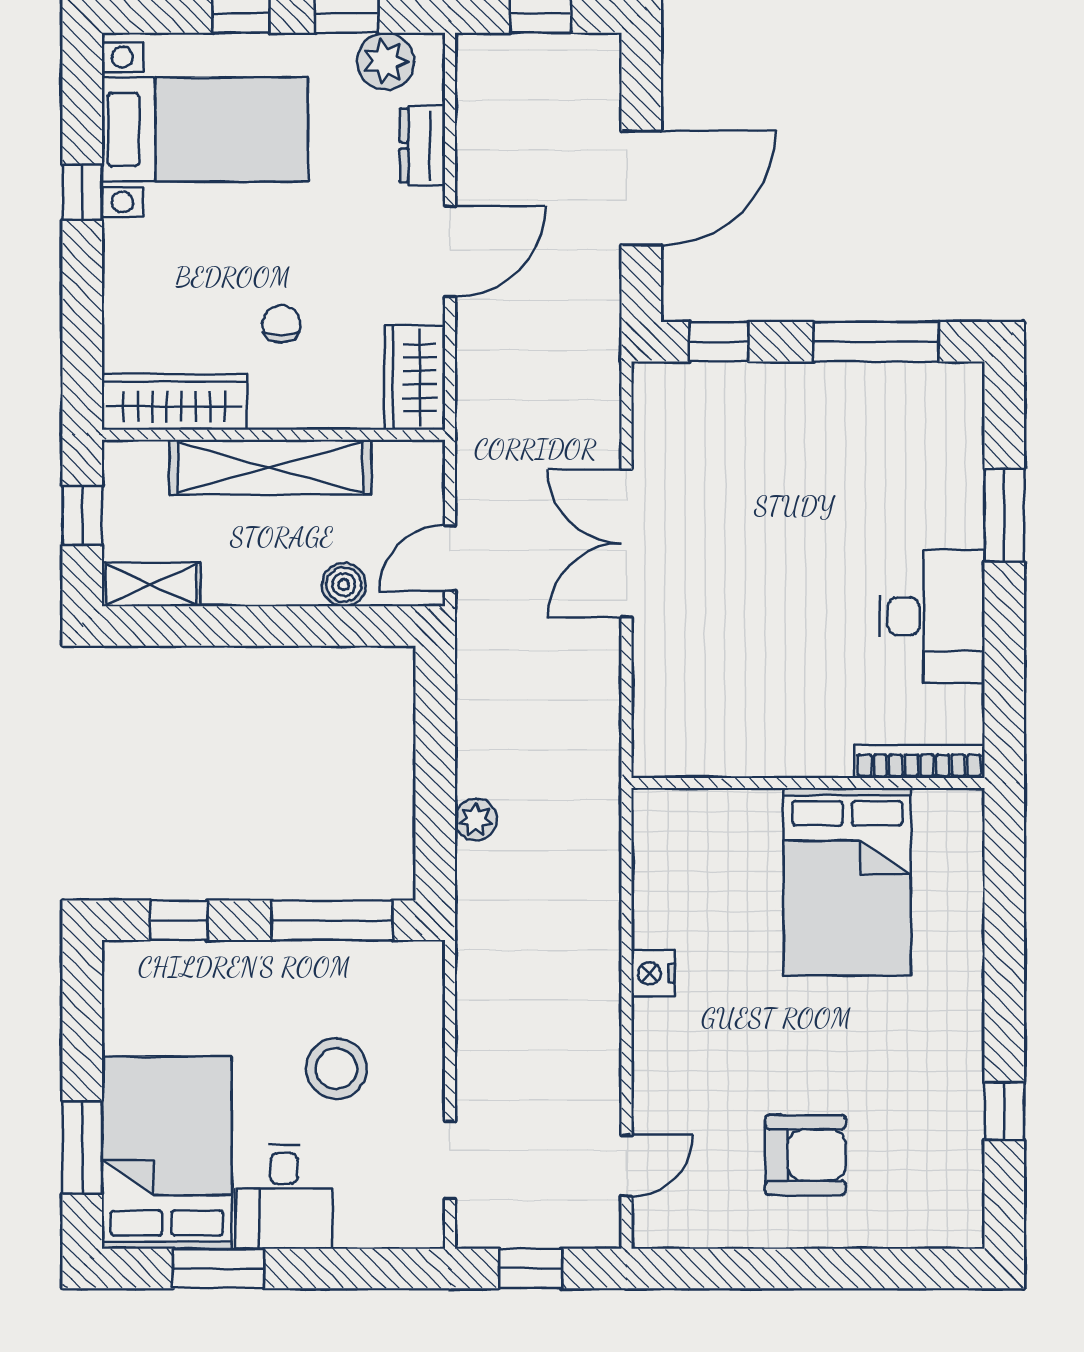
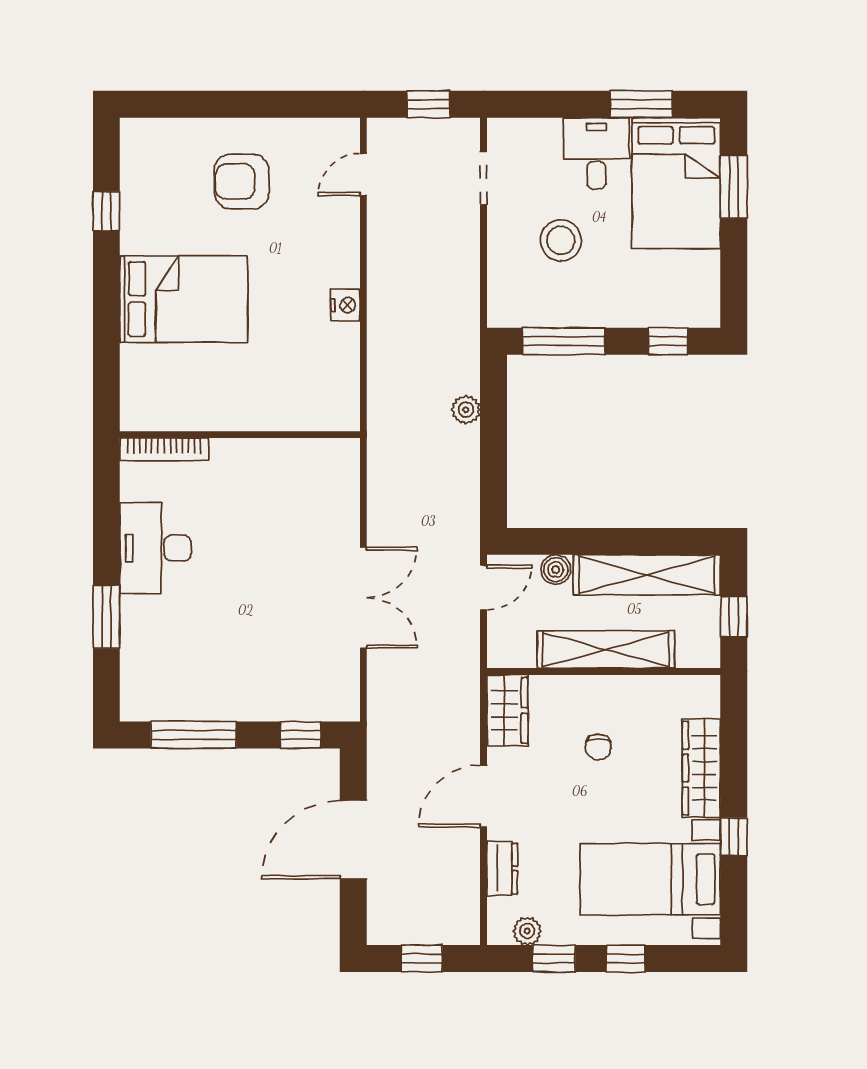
plant: (386, 61) -> (527, 931), width x0.73, depth x0.73
wardrobe: (174, 402) -> (701, 768), moved, turned 90
shelving: (151, 584) -> (647, 575), width x2.20, depth x1.33
bed: (847, 882) -> (184, 299), moved, turned 90

